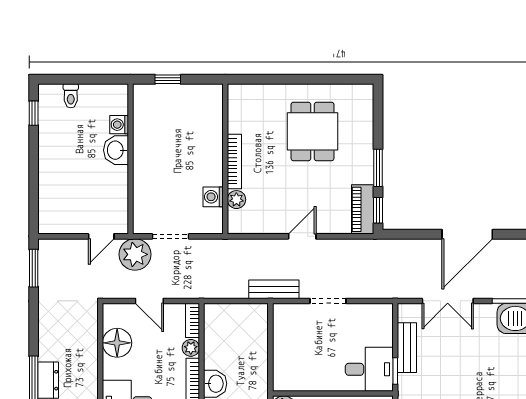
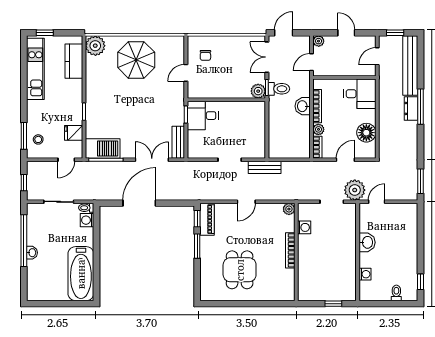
washbasin: (116, 150) -> (367, 242), moved
plant: (236, 200) -> (289, 209), moved
door: (149, 301) -> (345, 160), hinge flipped
bench: (407, 348) -> (178, 142), moved

